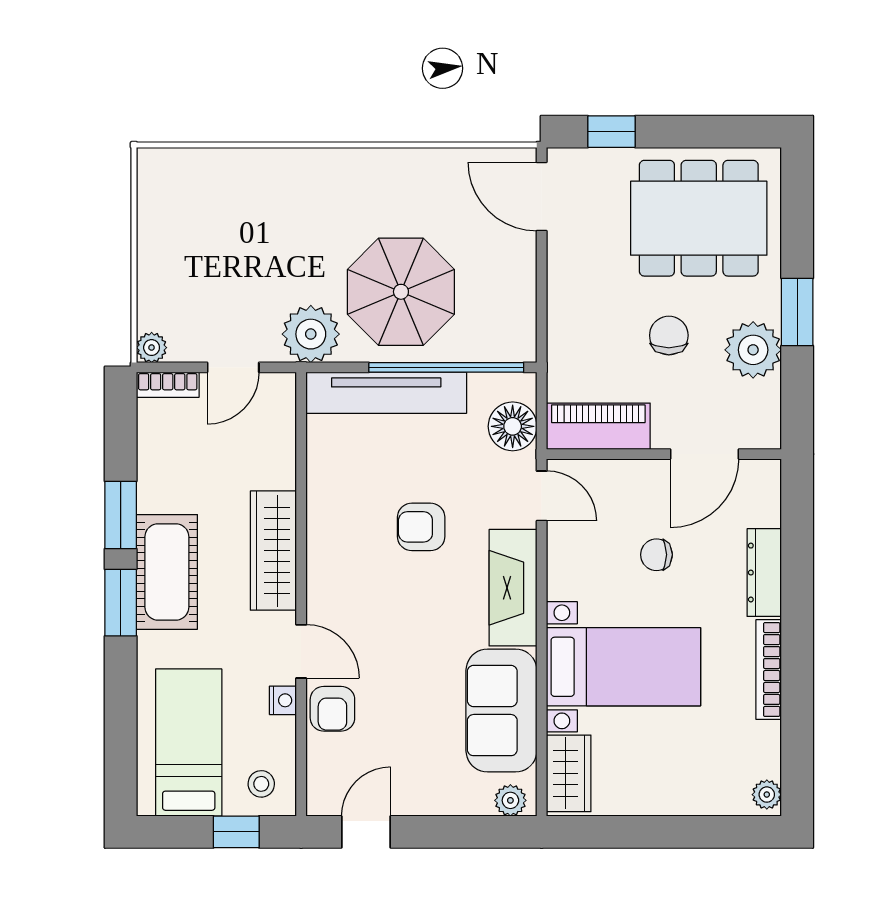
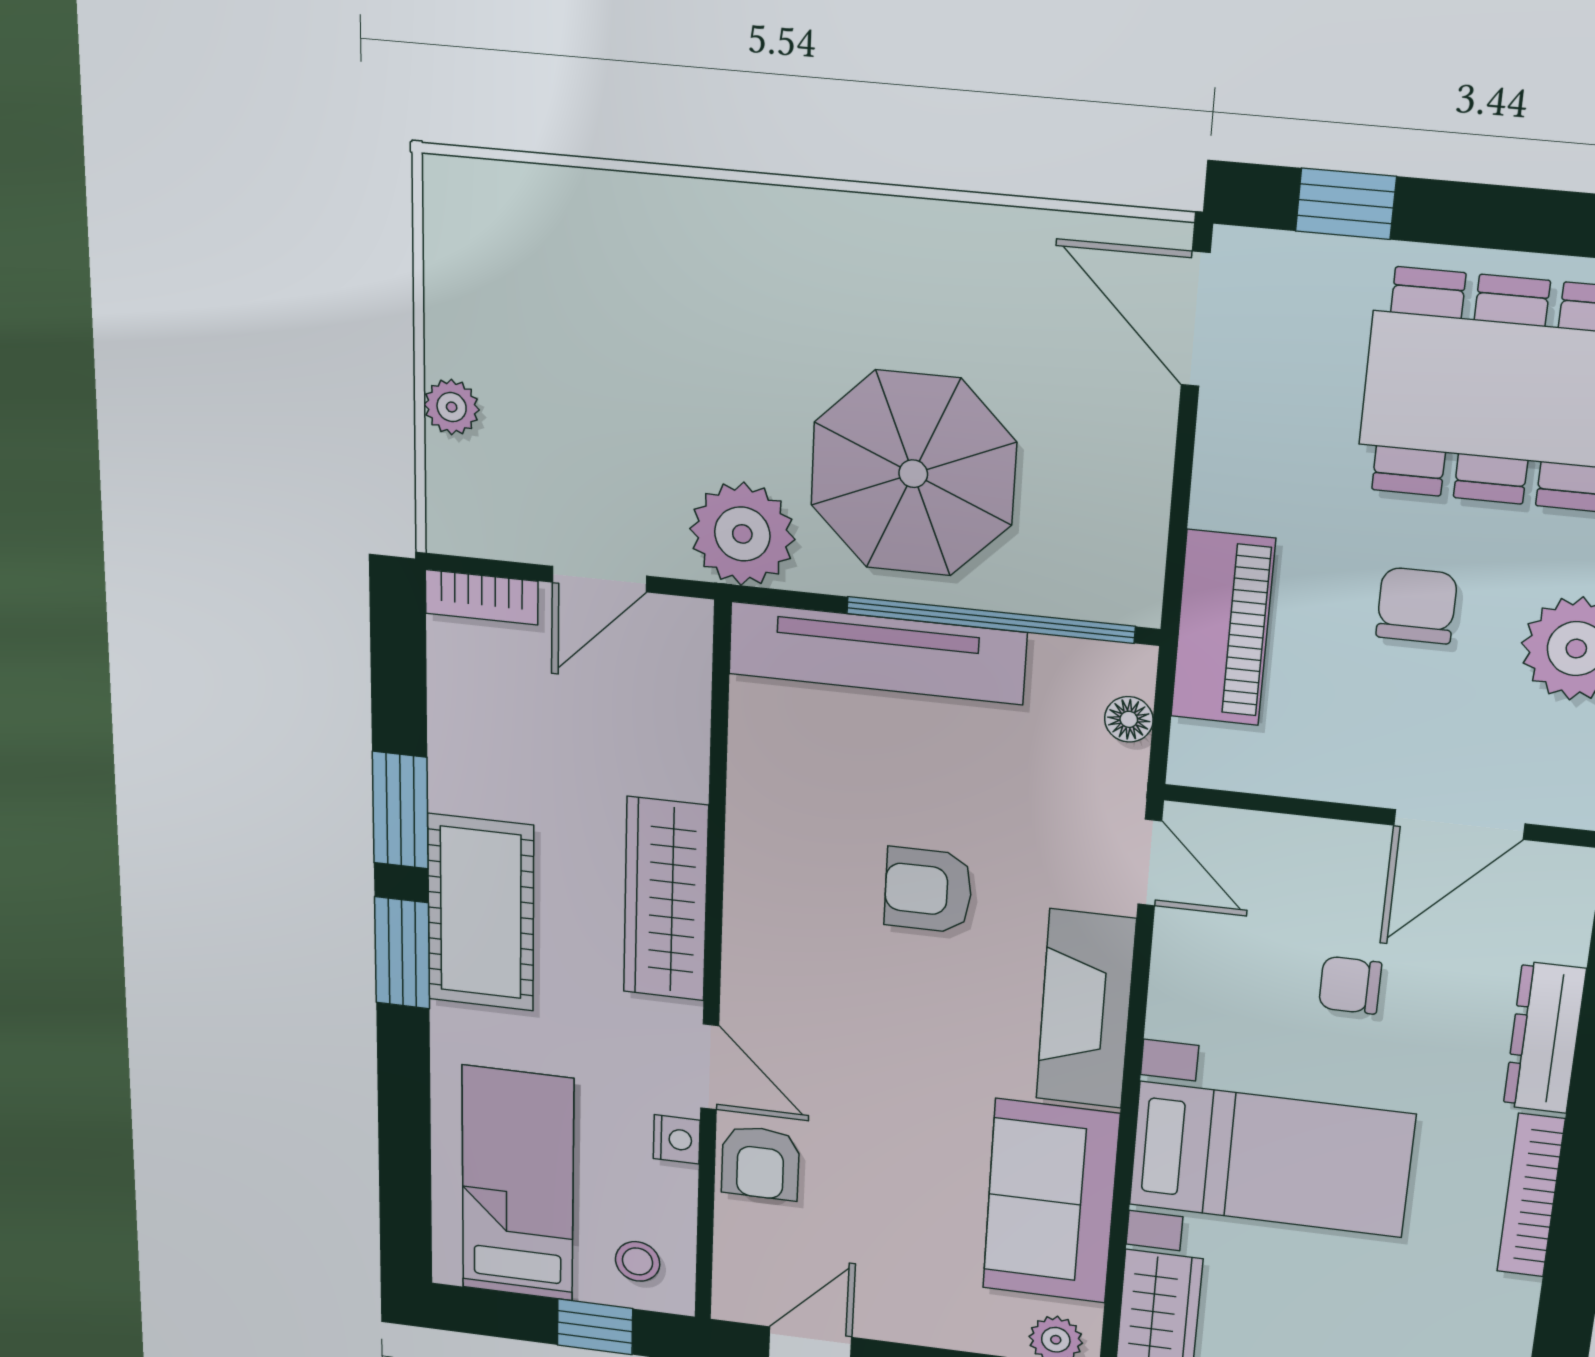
plant: (152, 348) -> (452, 407), moved
floor lamp: (513, 426) -> (1129, 719), width x0.53, depth x0.53
piano: (598, 426) -> (1223, 628), moved, turned 90

